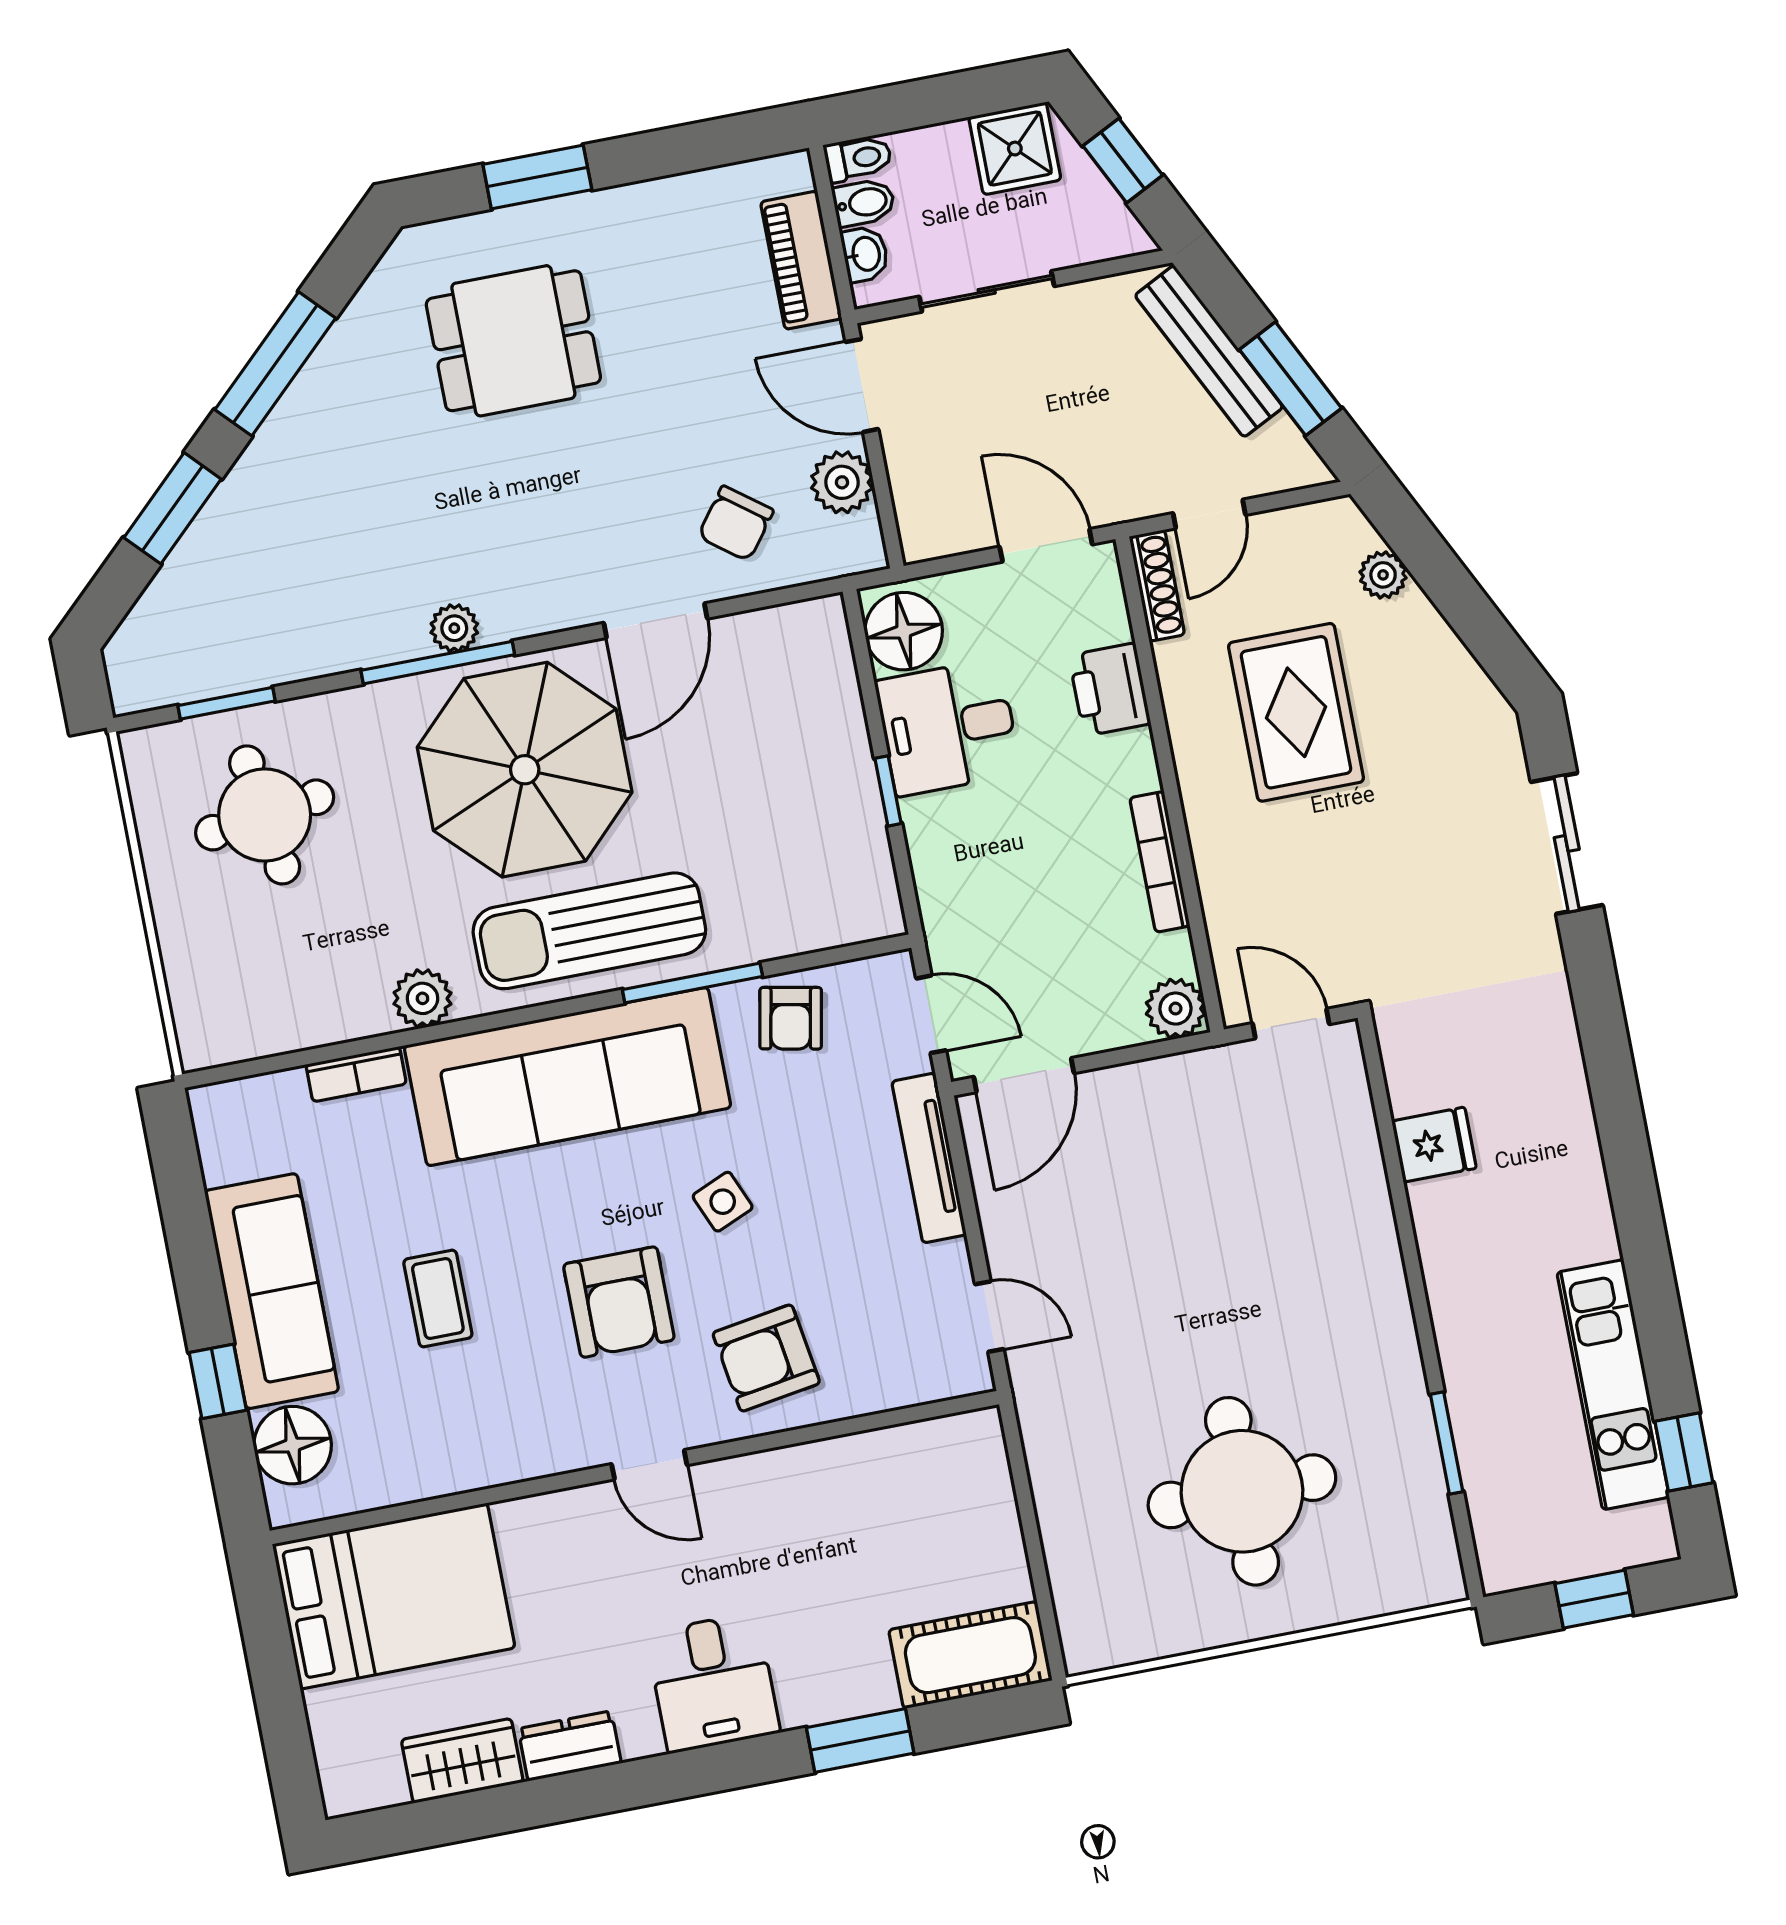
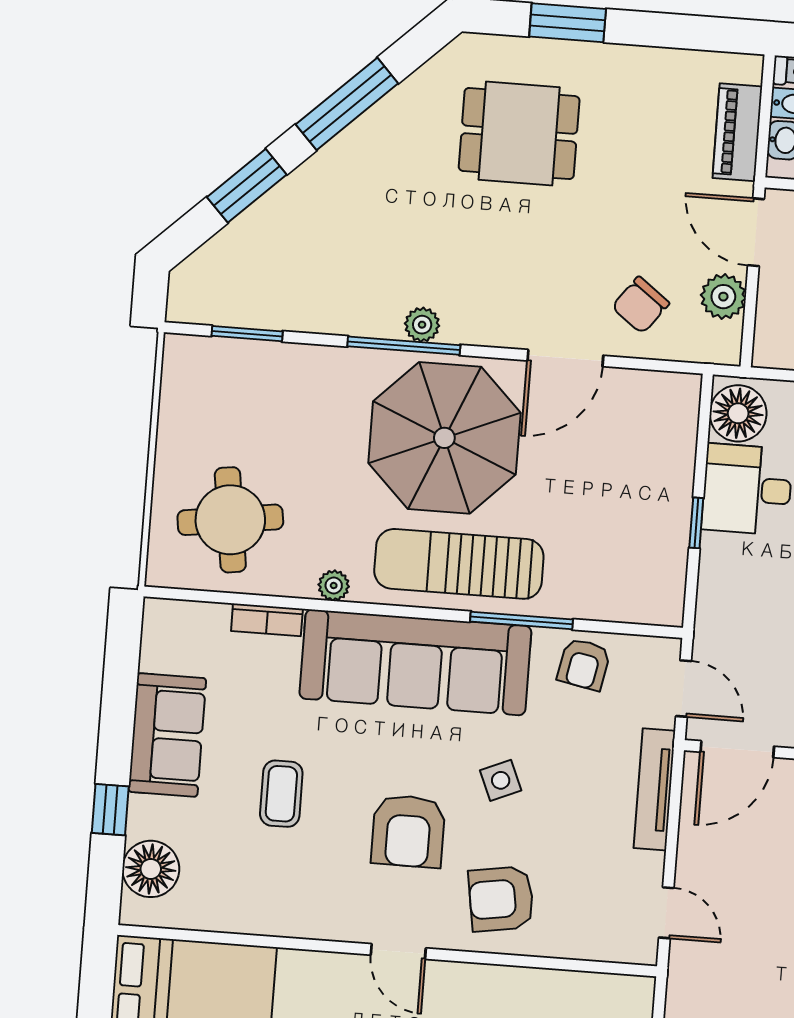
round table: (265, 815) -> (230, 520), moved
plant: (422, 998) -> (334, 586), width x0.73, depth x0.73
sofa: (272, 1291) -> (167, 735), width x0.73

